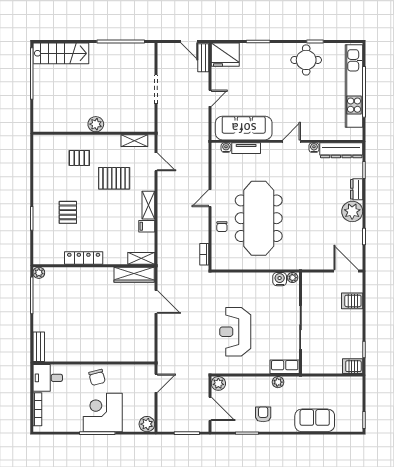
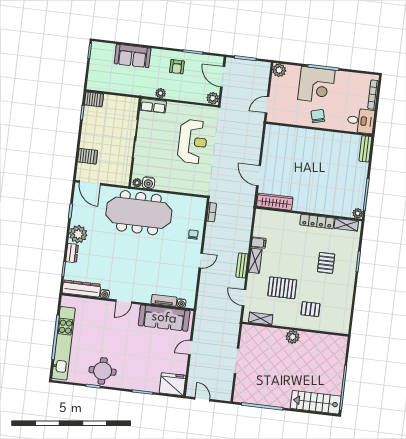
bench: (203, 58) -> (242, 265), moved
meeting table: (259, 218) -> (139, 213), moved, turned 90
shelving: (141, 258) -> (346, 225), moved

